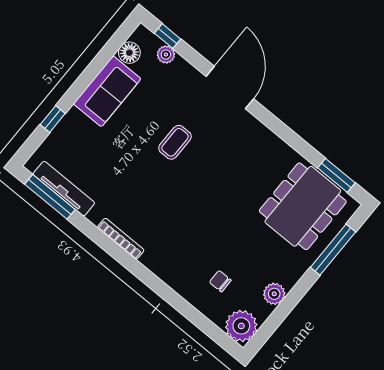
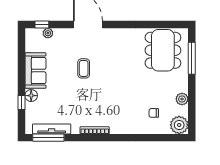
floor lamp: (129, 53) -> (31, 96), moved
window: (336, 175) -> (166, 24), removed

